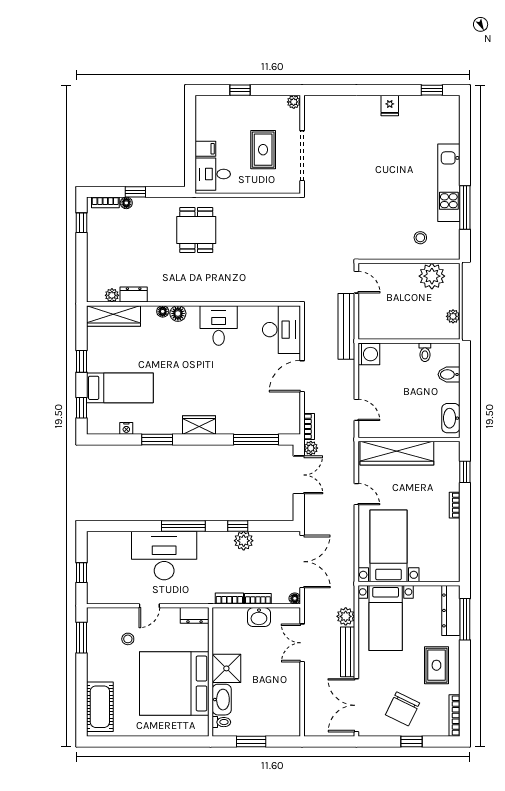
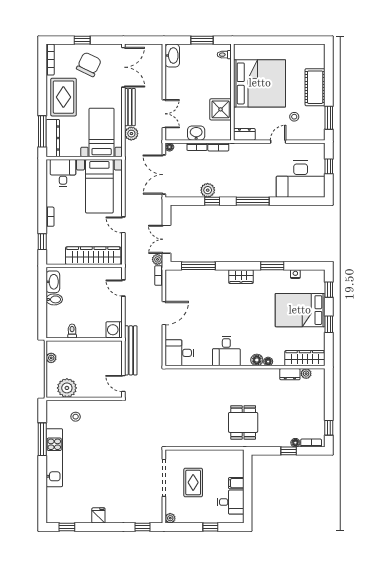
window: (331, 90) -> (143, 527), added
desk: (213, 174) -> (231, 502), moved
desk: (281, 330) -> (179, 353), width x0.73
bidet: (449, 374) -> (54, 299), moved
bed: (120, 388) -> (300, 310), width x1.50
desk: (164, 556) -> (301, 179), moved
desk: (437, 564) -> (63, 173), added
rug: (436, 665) -> (63, 97), width x1.36, depth x1.43
shower: (226, 668) -> (221, 109), moved
washbasin: (222, 700) -> (172, 56), moved, turned 180
cot: (100, 707) -> (315, 87), moved

